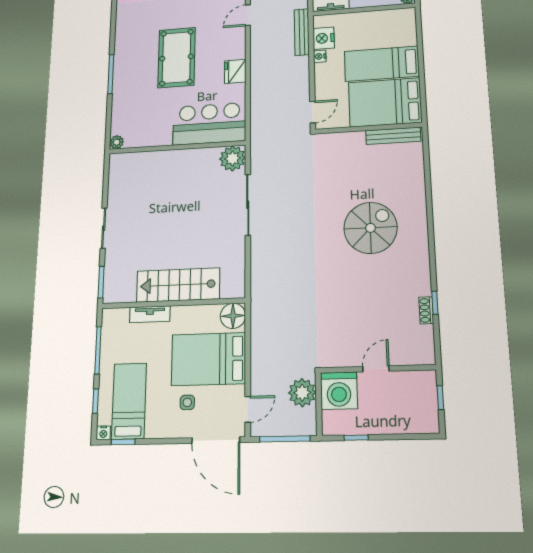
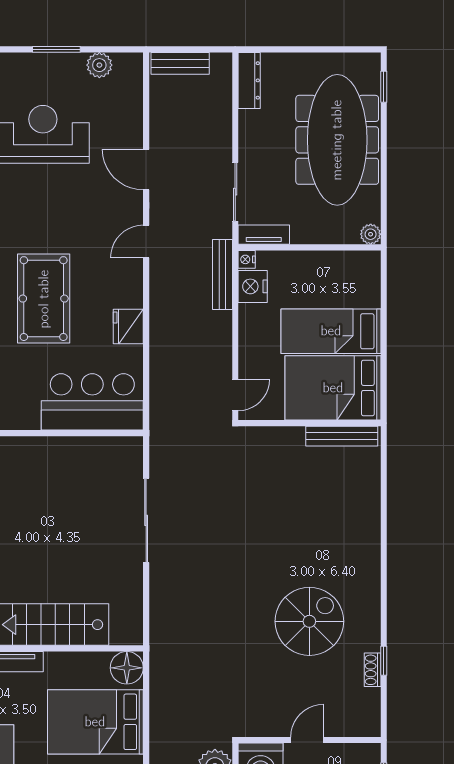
nightstand: (320, 56) -> (247, 259), moved
plant: (233, 158) -> (125, 454), removed
spiral stairs: (370, 228) -> (309, 621), moved

